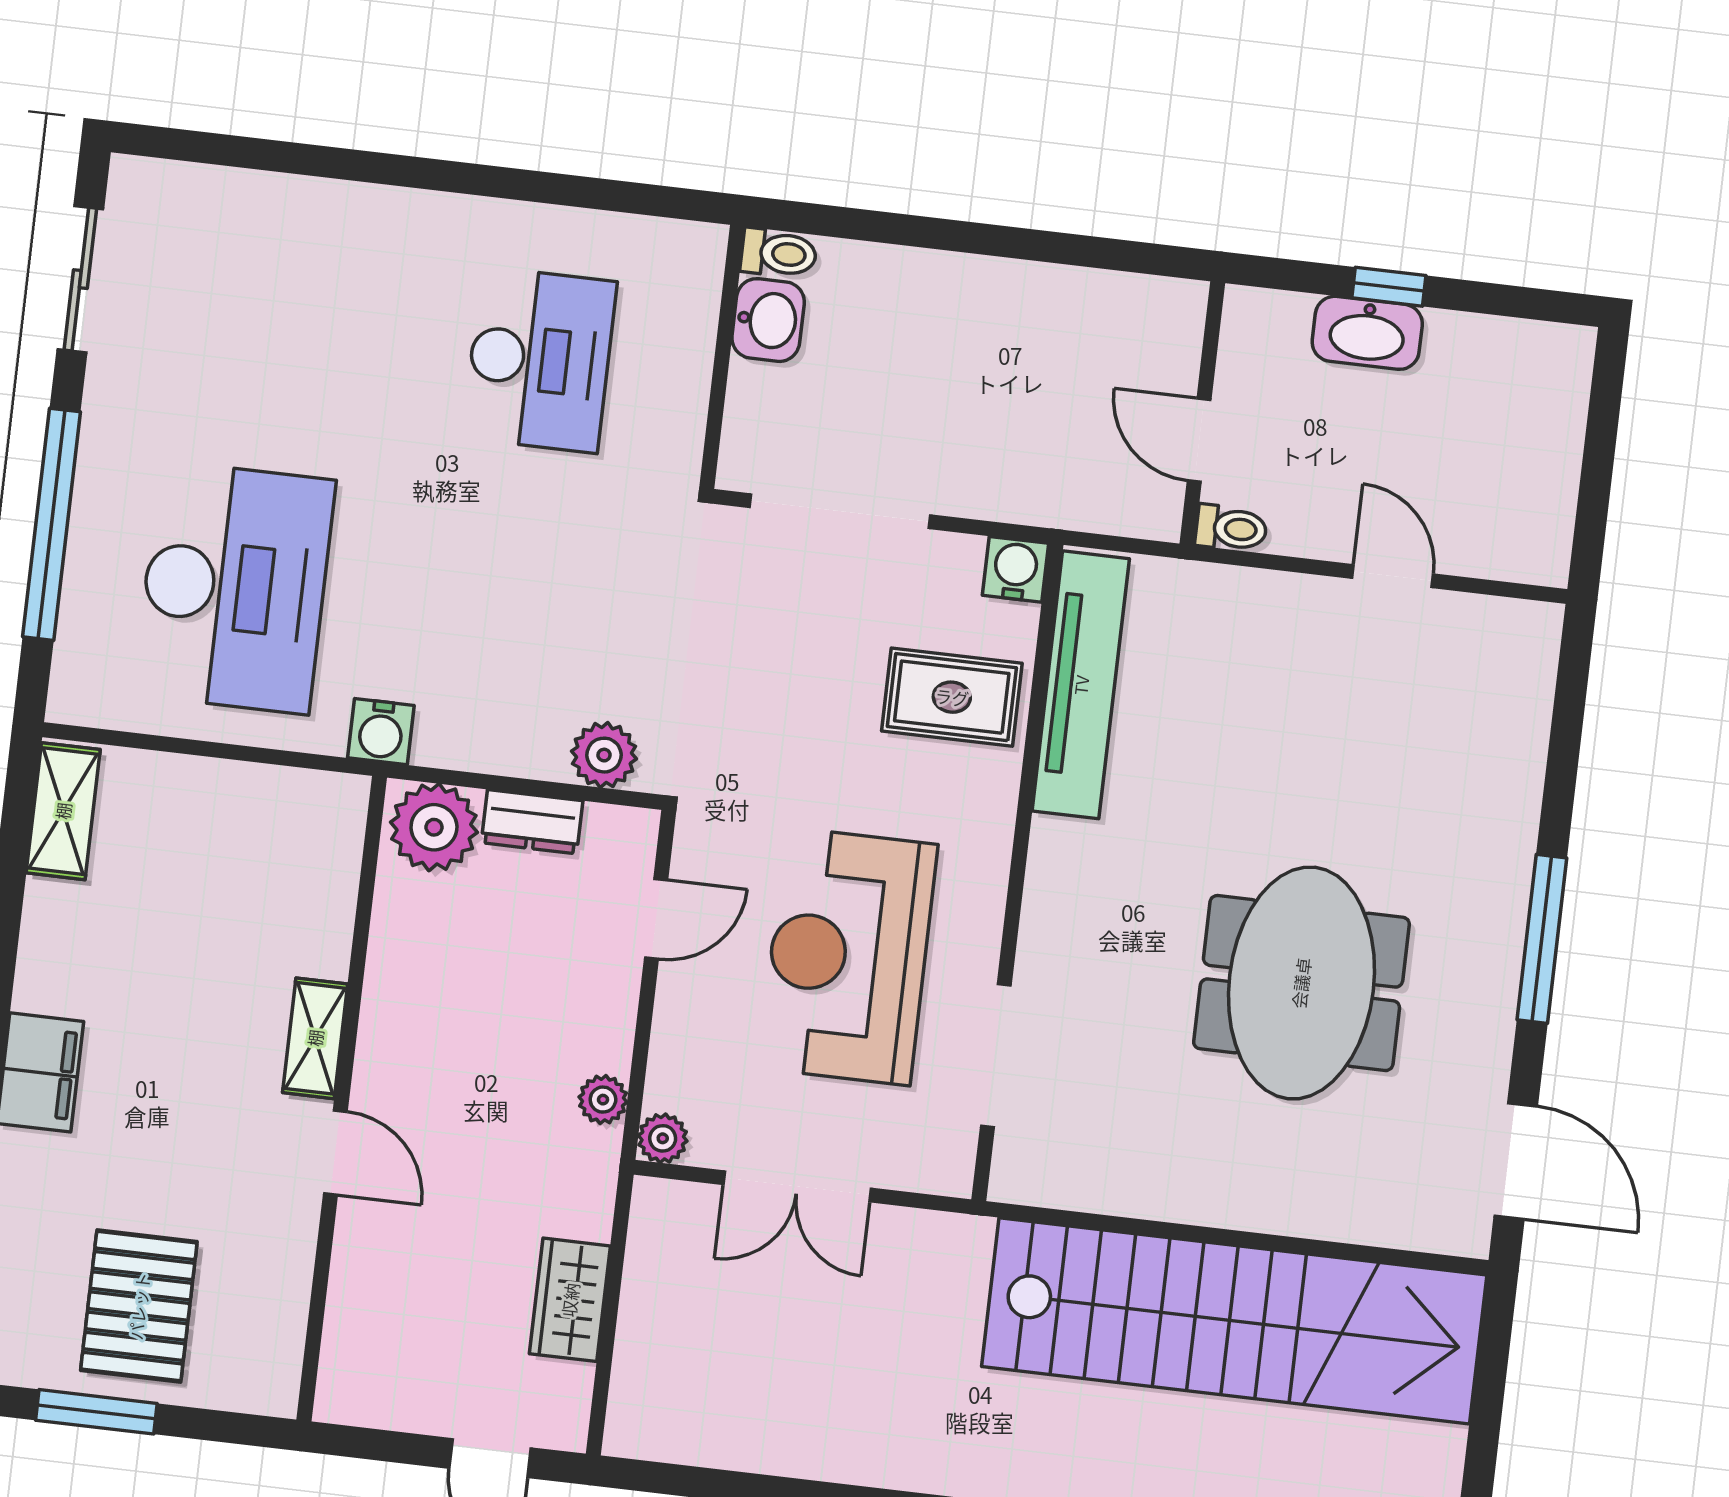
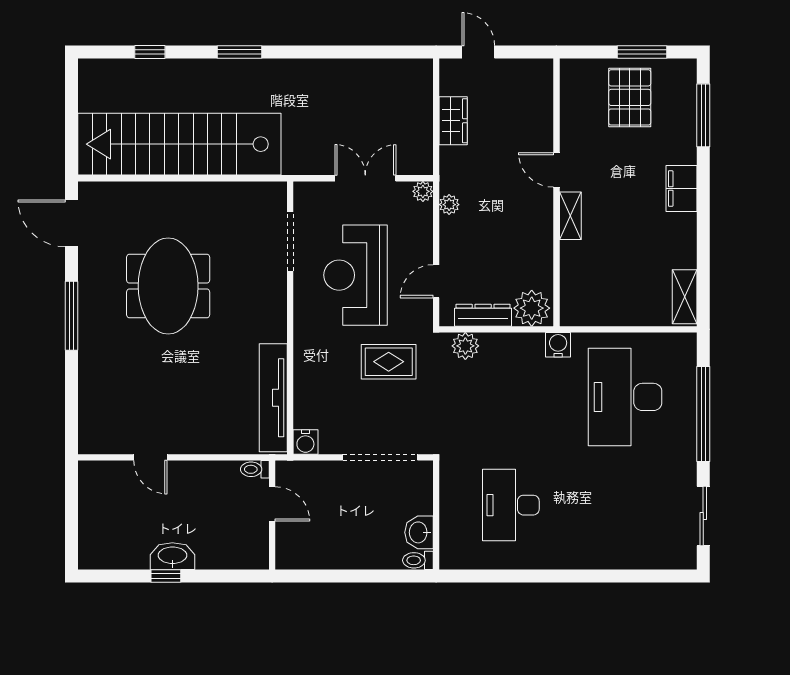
wall: (1202, 413) -> (272, 515), moved
door: (1199, 440) -> (272, 504), moved
toilet: (1231, 528) -> (255, 469), moved
rug: (952, 697) -> (389, 362), moved
dresser: (532, 822) -> (483, 315), width x1.44
reception desk: (848, 956) -> (356, 275), turned 180

